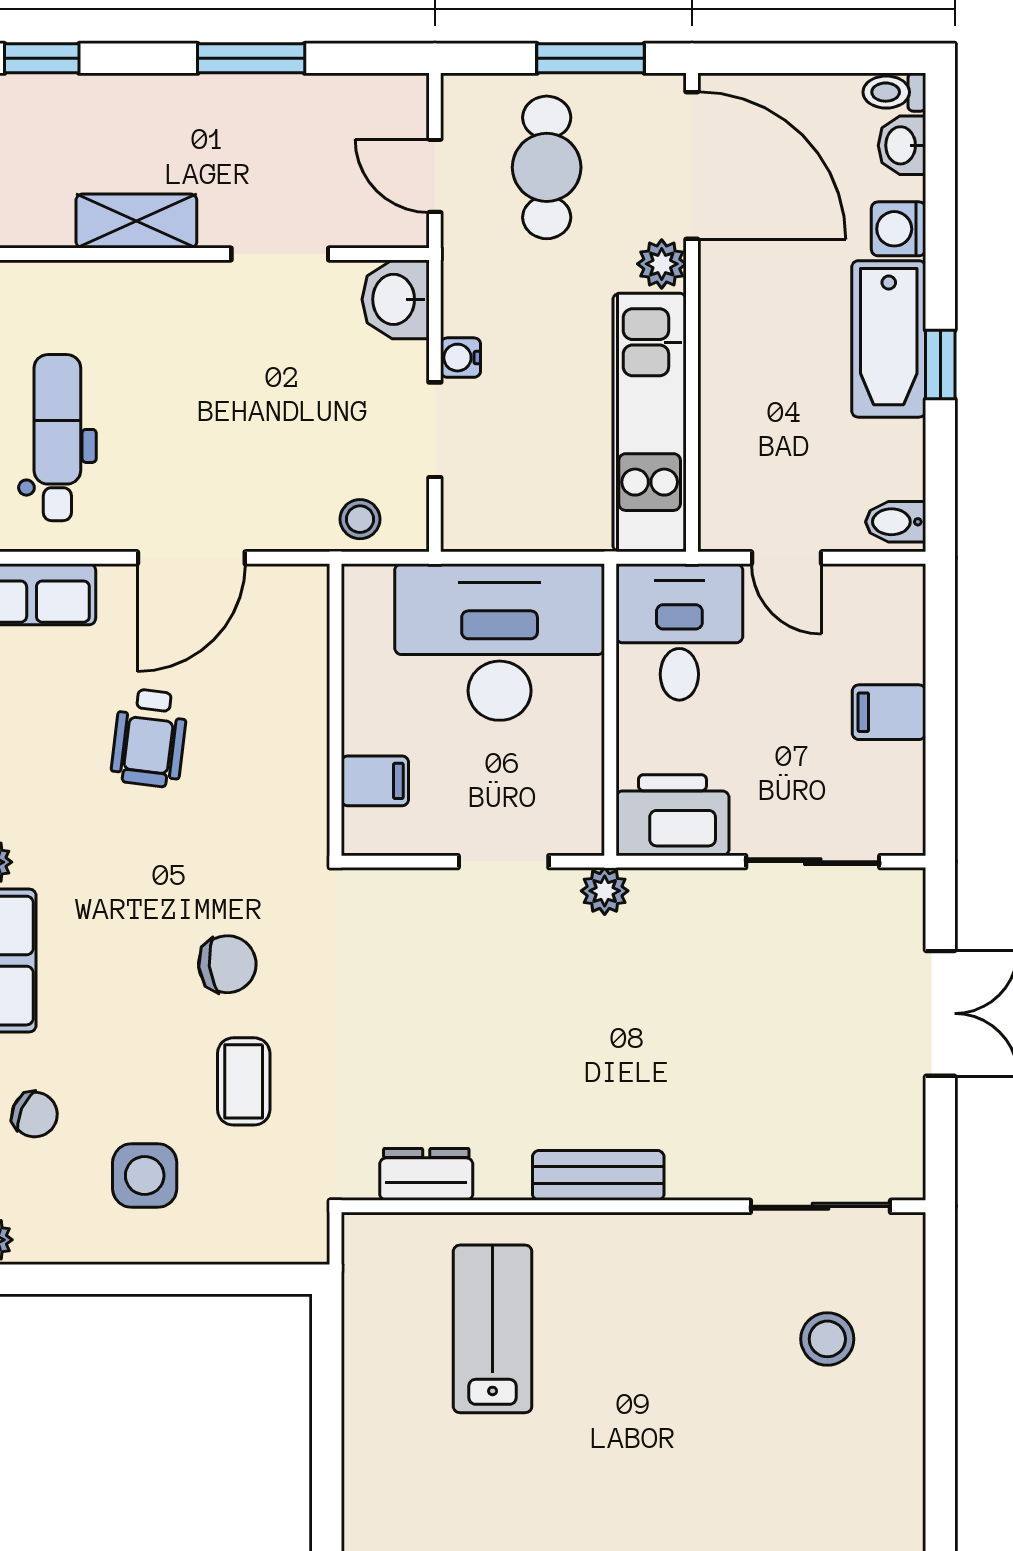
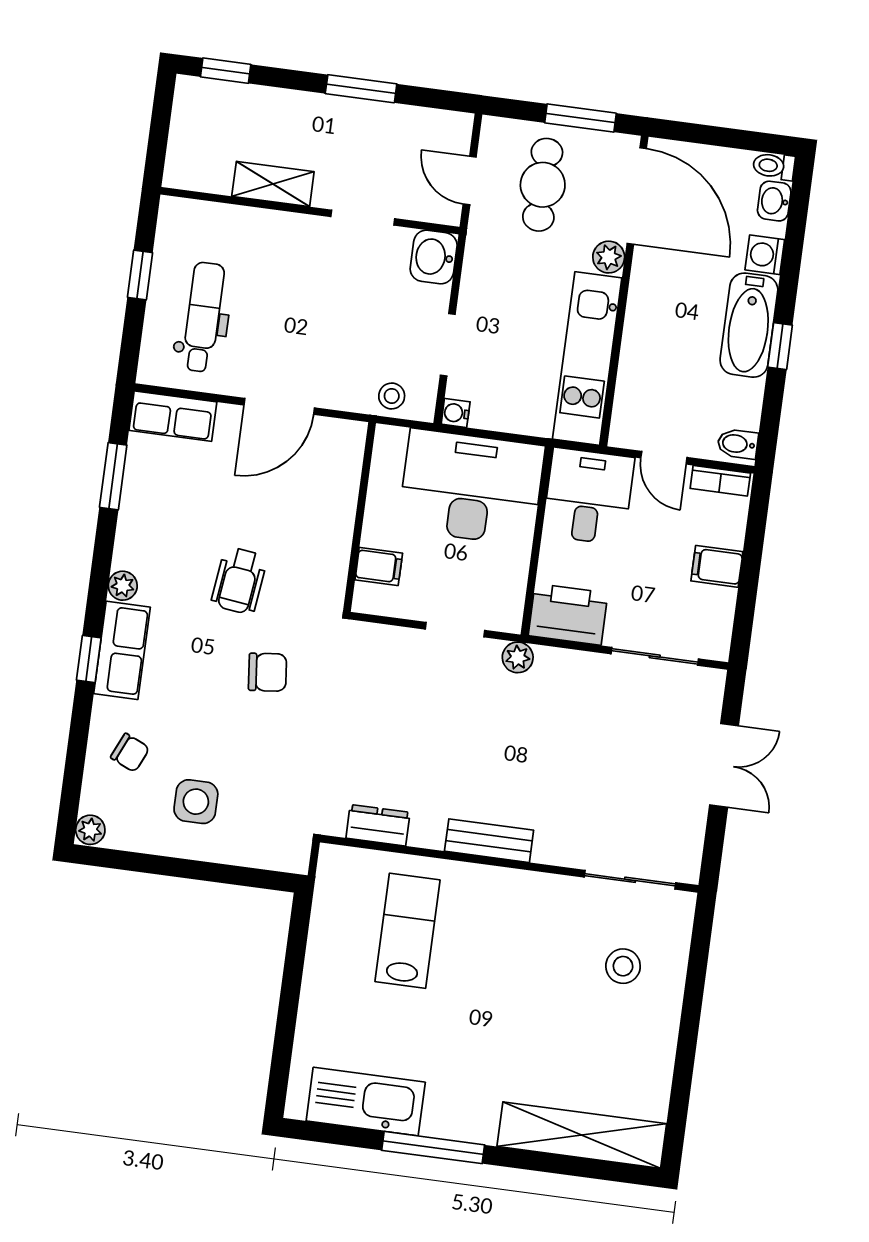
water cooler: (461, 358) -> (456, 413), moved
bookcase: (877, 581) -> (720, 481), added
wheelchair: (149, 738) -> (239, 581), moved
coffee table: (244, 1081) -> (268, 749), removed

